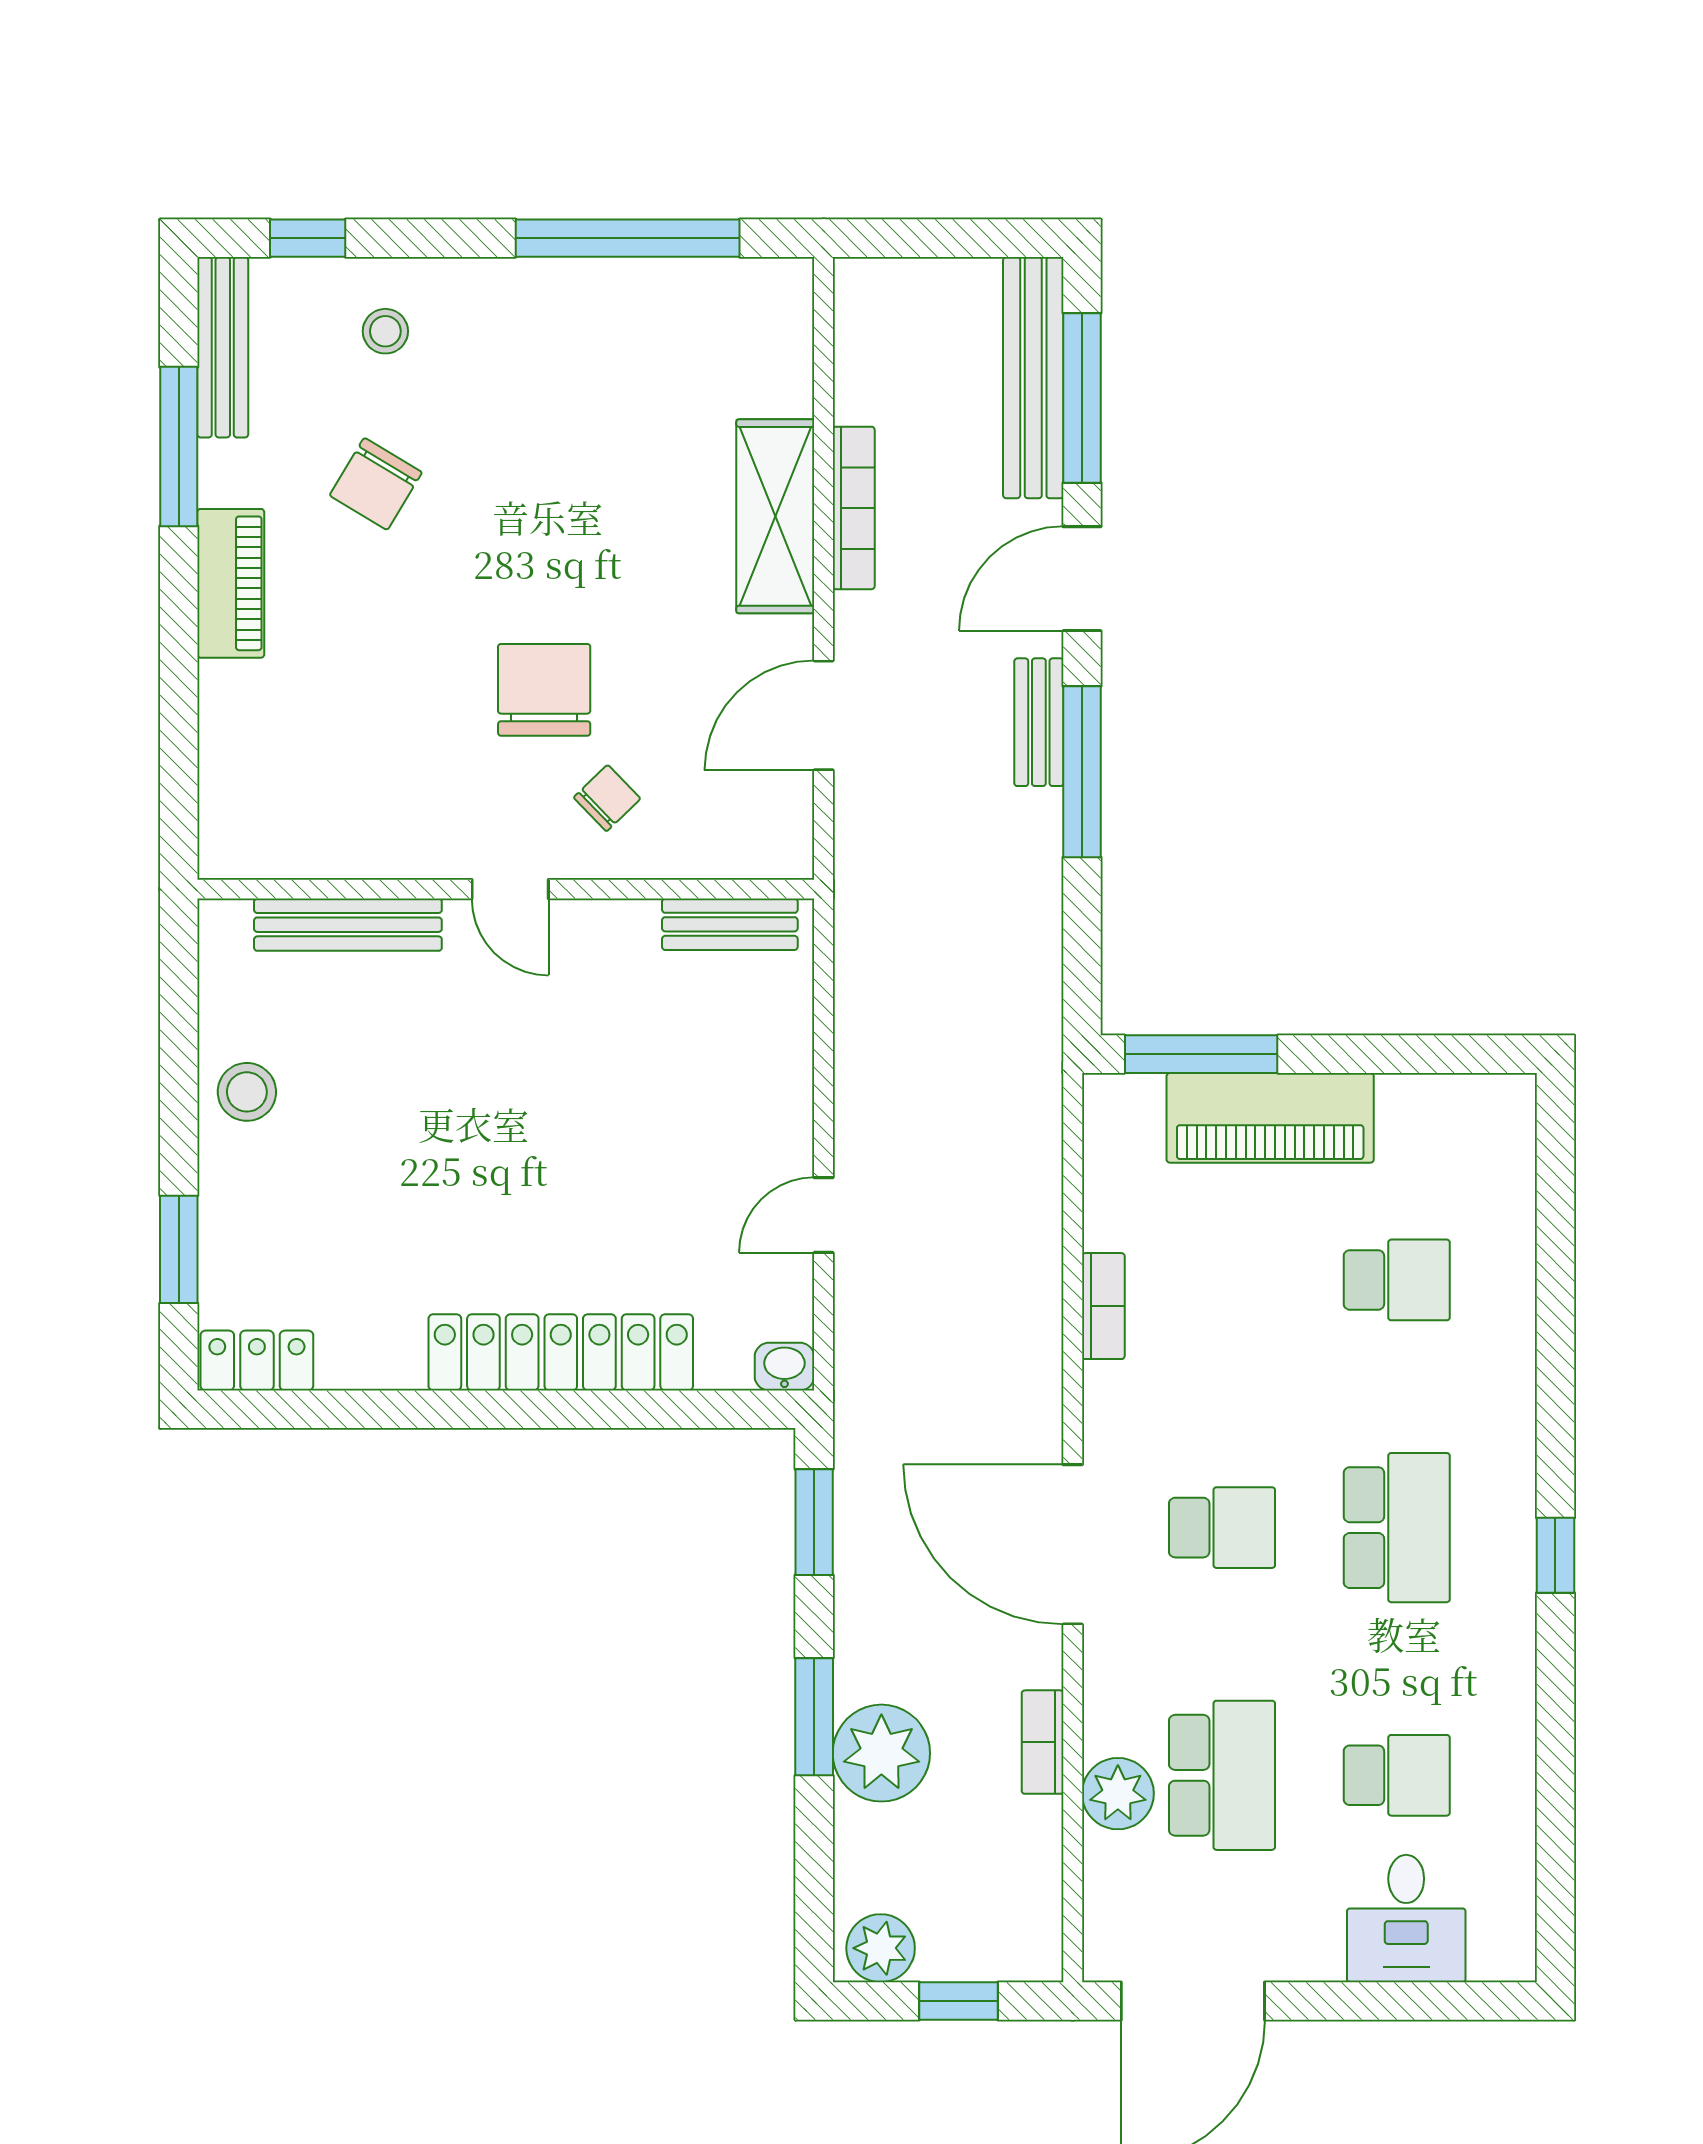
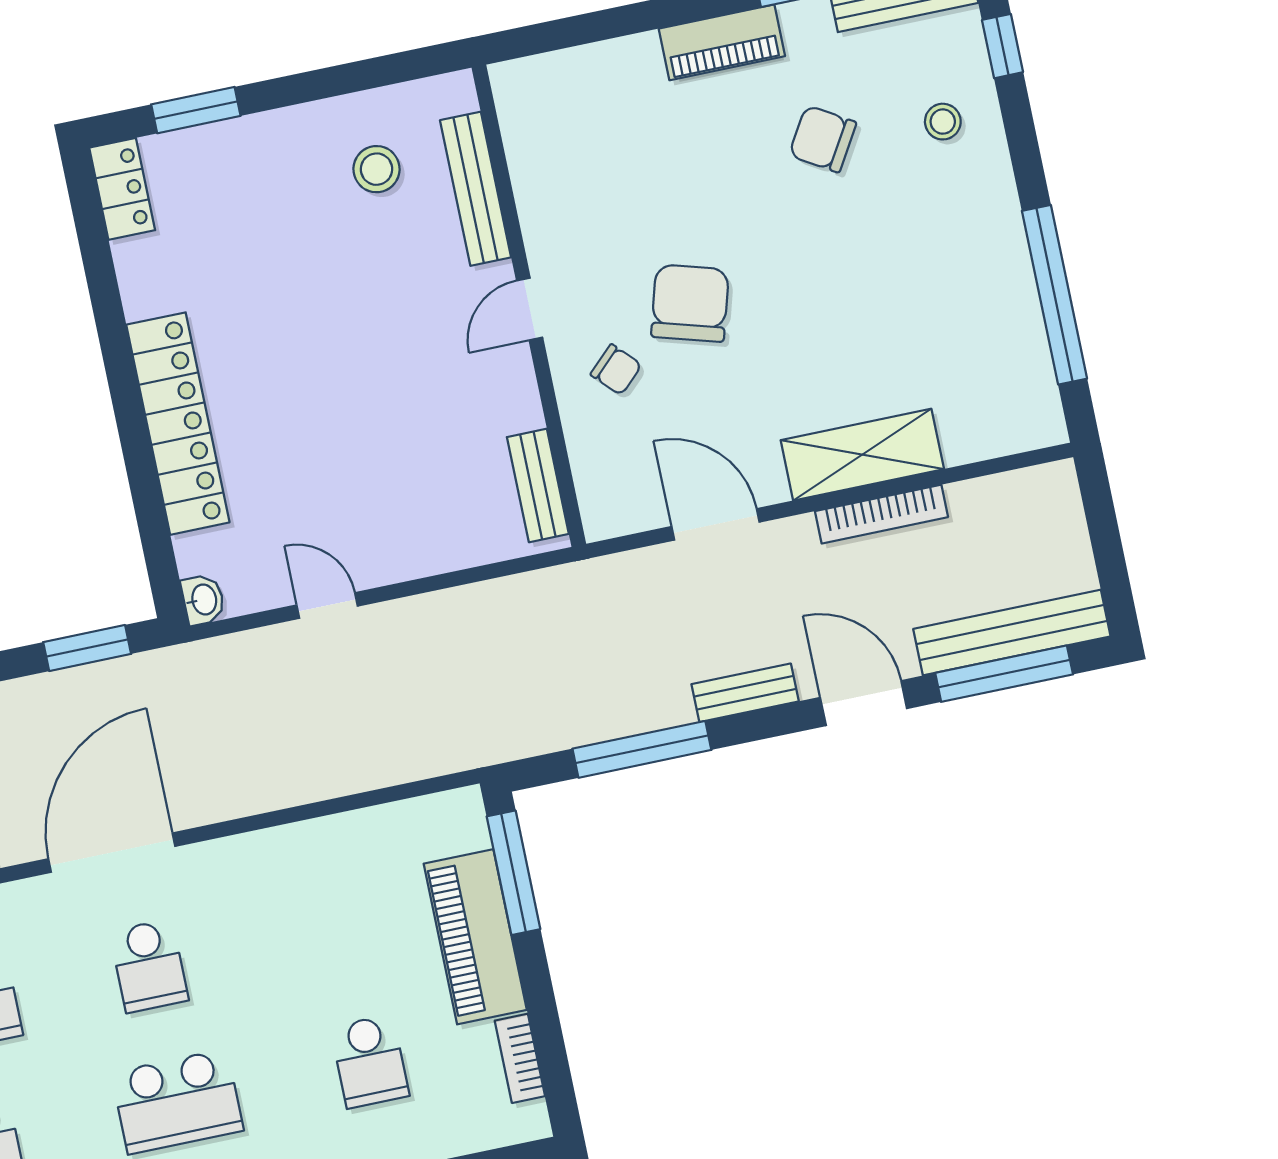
chair: (544, 690) -> (690, 303), turned -74
window: (1082, 772) -> (642, 749), moved
stool: (247, 1092) -> (376, 169), moved
bookcase: (1103, 1306) -> (520, 1058), moved, turned 90

